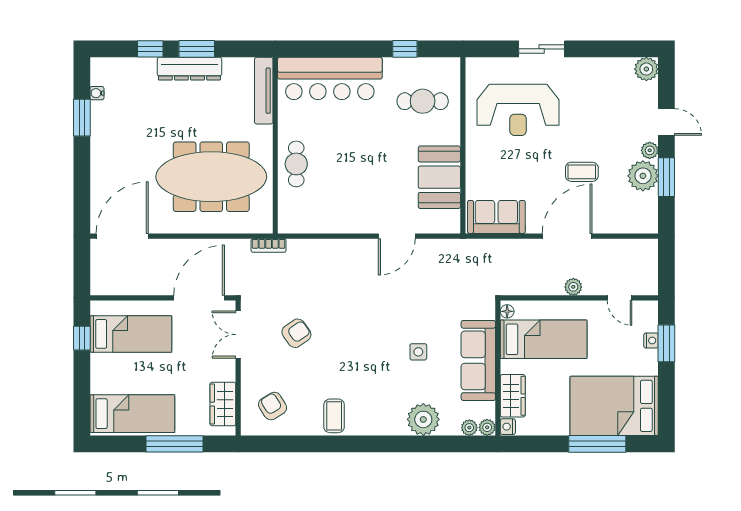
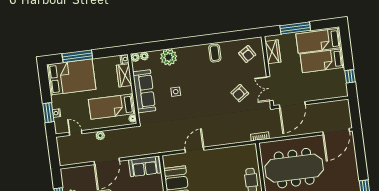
bed: (131, 334) -> (322, 61), moved
double door: (238, 335) -> (270, 89), swing flipped

